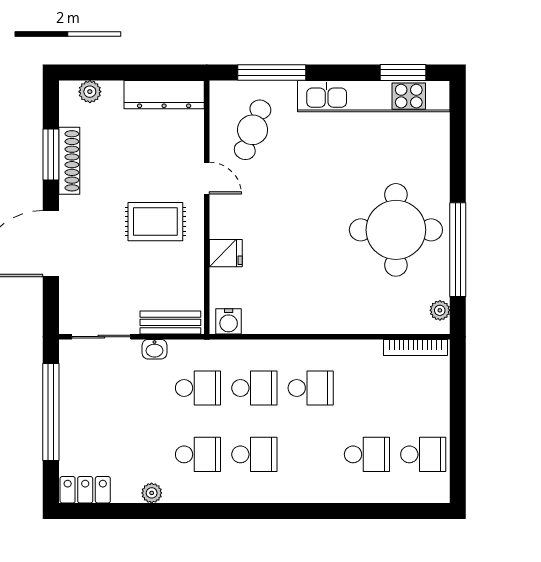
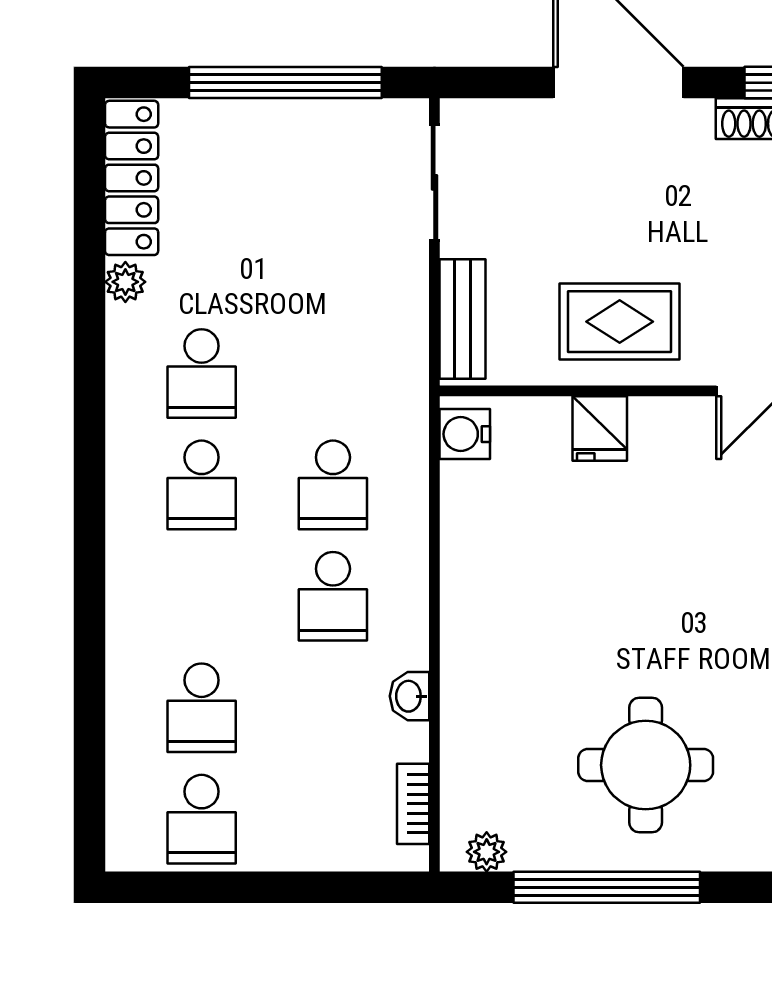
rug: (155, 222) -> (620, 322), moved, turned 90
round table: (396, 230) -> (646, 765), width x0.73, depth x0.73
bookcase: (416, 347) -> (413, 804), width x0.64
washbasin: (154, 349) -> (410, 696), moved
school desk: (198, 388) -> (333, 373), removed
locker: (85, 490) -> (132, 178), width x1.53

